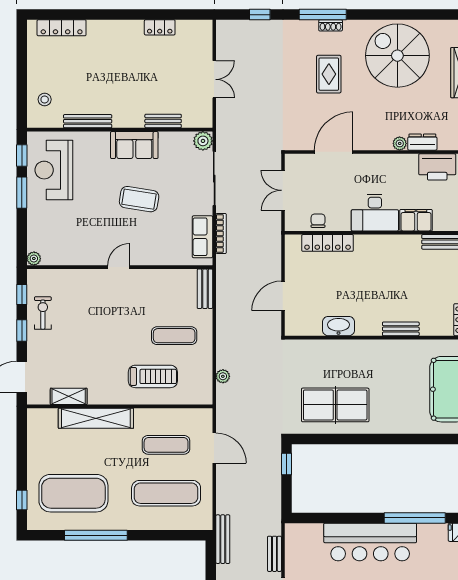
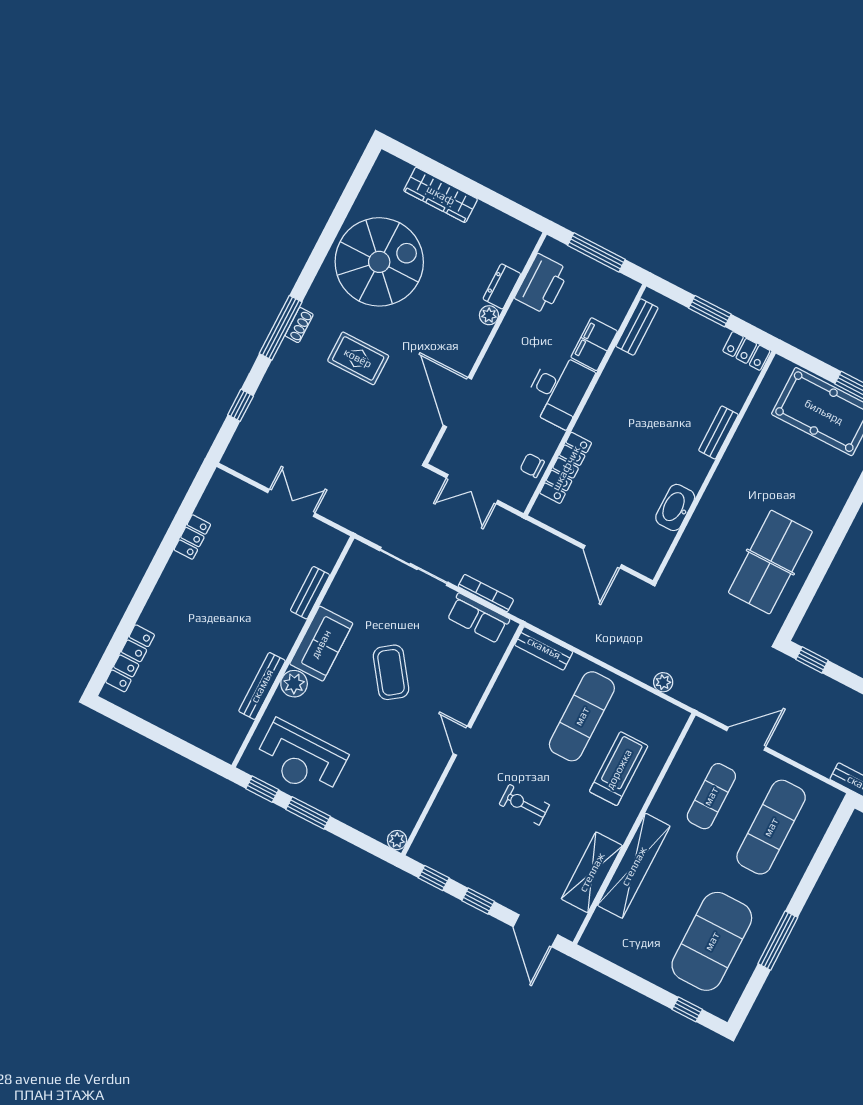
spiral stairs: (397, 56) -> (379, 262), turned 180
stool: (45, 99) -> (208, 725), removed
plant: (203, 141) -> (294, 684), moved
coffee table: (139, 199) -> (391, 672), turned -45
exercise bike: (43, 313) -> (524, 805), moved
exercise mat: (174, 336) -> (582, 716), width x1.36, depth x1.45
shelving: (69, 396) -> (592, 872), width x1.50, depth x1.33
window: (96, 535) -> (778, 941), width x0.68

